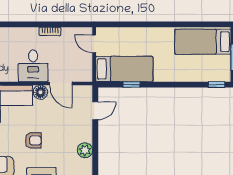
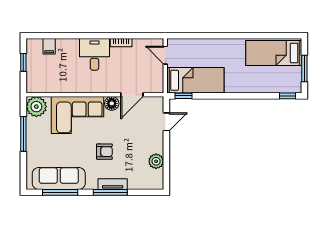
desk: (33, 66) -> (94, 54), moved, turned 180
door: (61, 83) -> (132, 95), hinge flipped
window: (131, 85) -> (183, 96), moved

